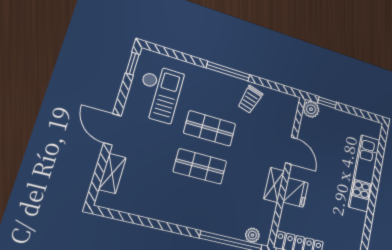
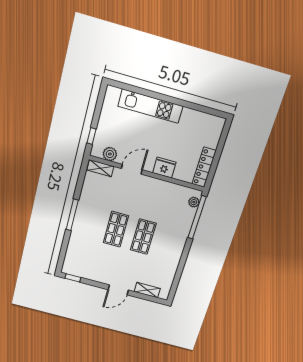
checkout: (159, 93) -> (92, 262), removed
trolley: (250, 99) -> (93, 199), removed
plant: (311, 109) -> (110, 154), moved
shelving: (274, 185) -> (100, 168), moved

